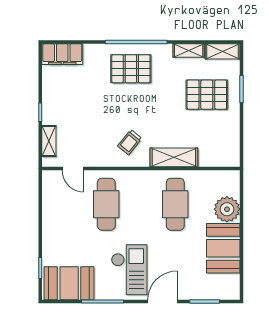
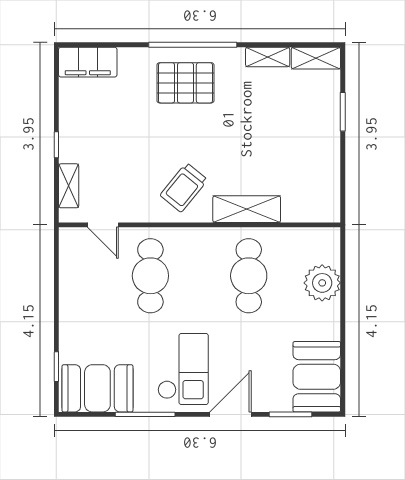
pallet: (207, 95) -> (294, 120), removed
trolley: (130, 142) -> (184, 187), width x1.36, depth x1.39
booth: (223, 248) -> (317, 377), moved

